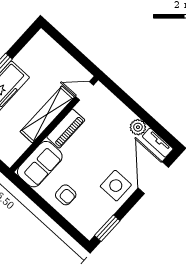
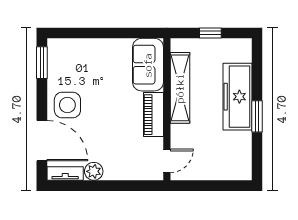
shelving: (47, 114) -> (180, 88), moved
armchair: (66, 195) -> (102, 59), removed

